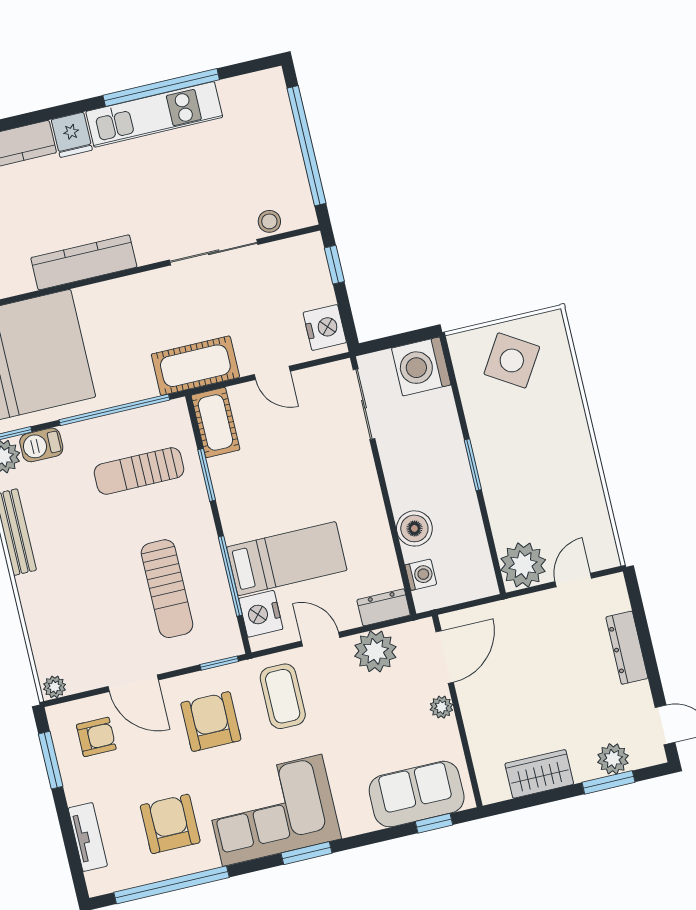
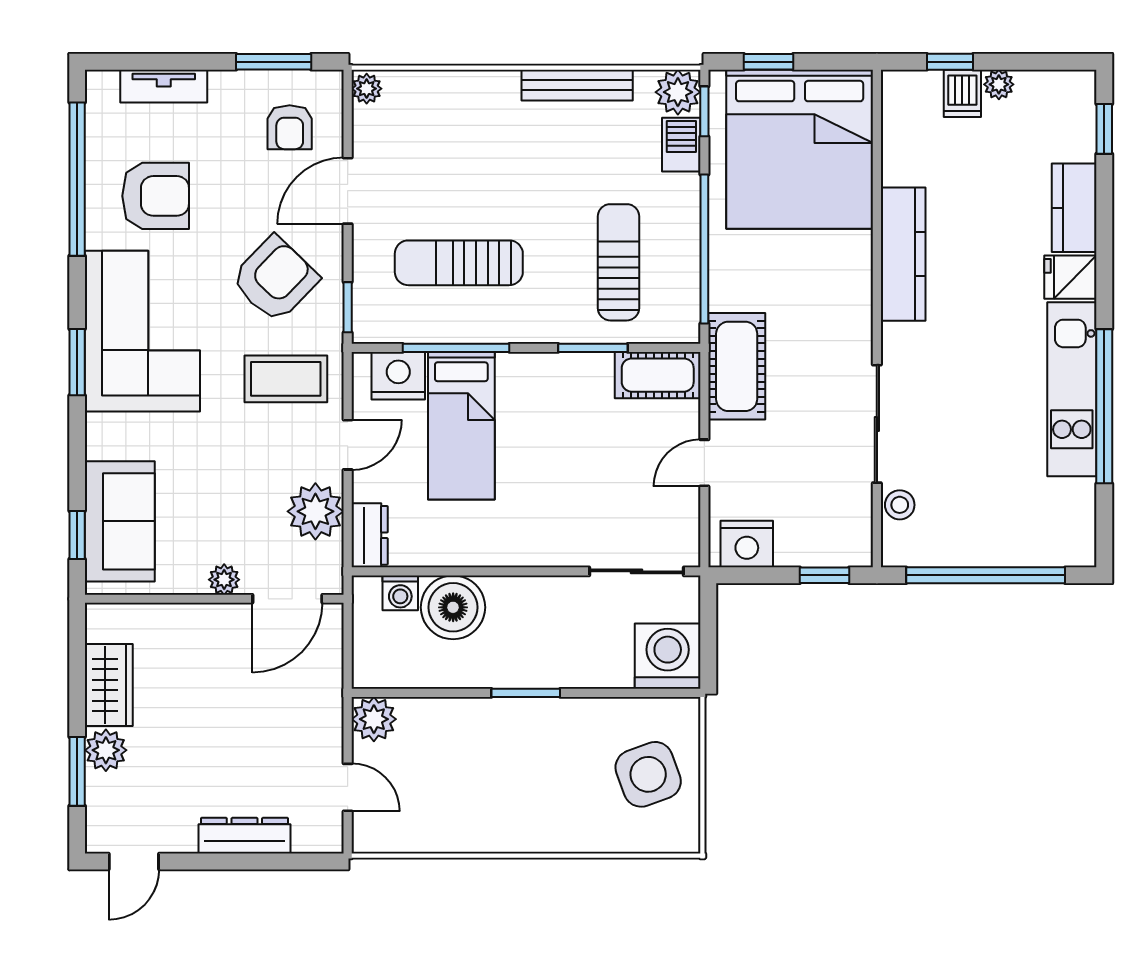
side table: (512, 360) -> (648, 774), turned 38
boiler: (414, 528) -> (453, 607), width x1.37, depth x1.37
plant: (523, 565) -> (374, 719), width x0.73, depth x0.73
door: (445, 657) -> (287, 599), hinge flipped
armchair: (211, 722) -> (275, 279), turned -46
plant: (613, 759) -> (106, 750), moved

